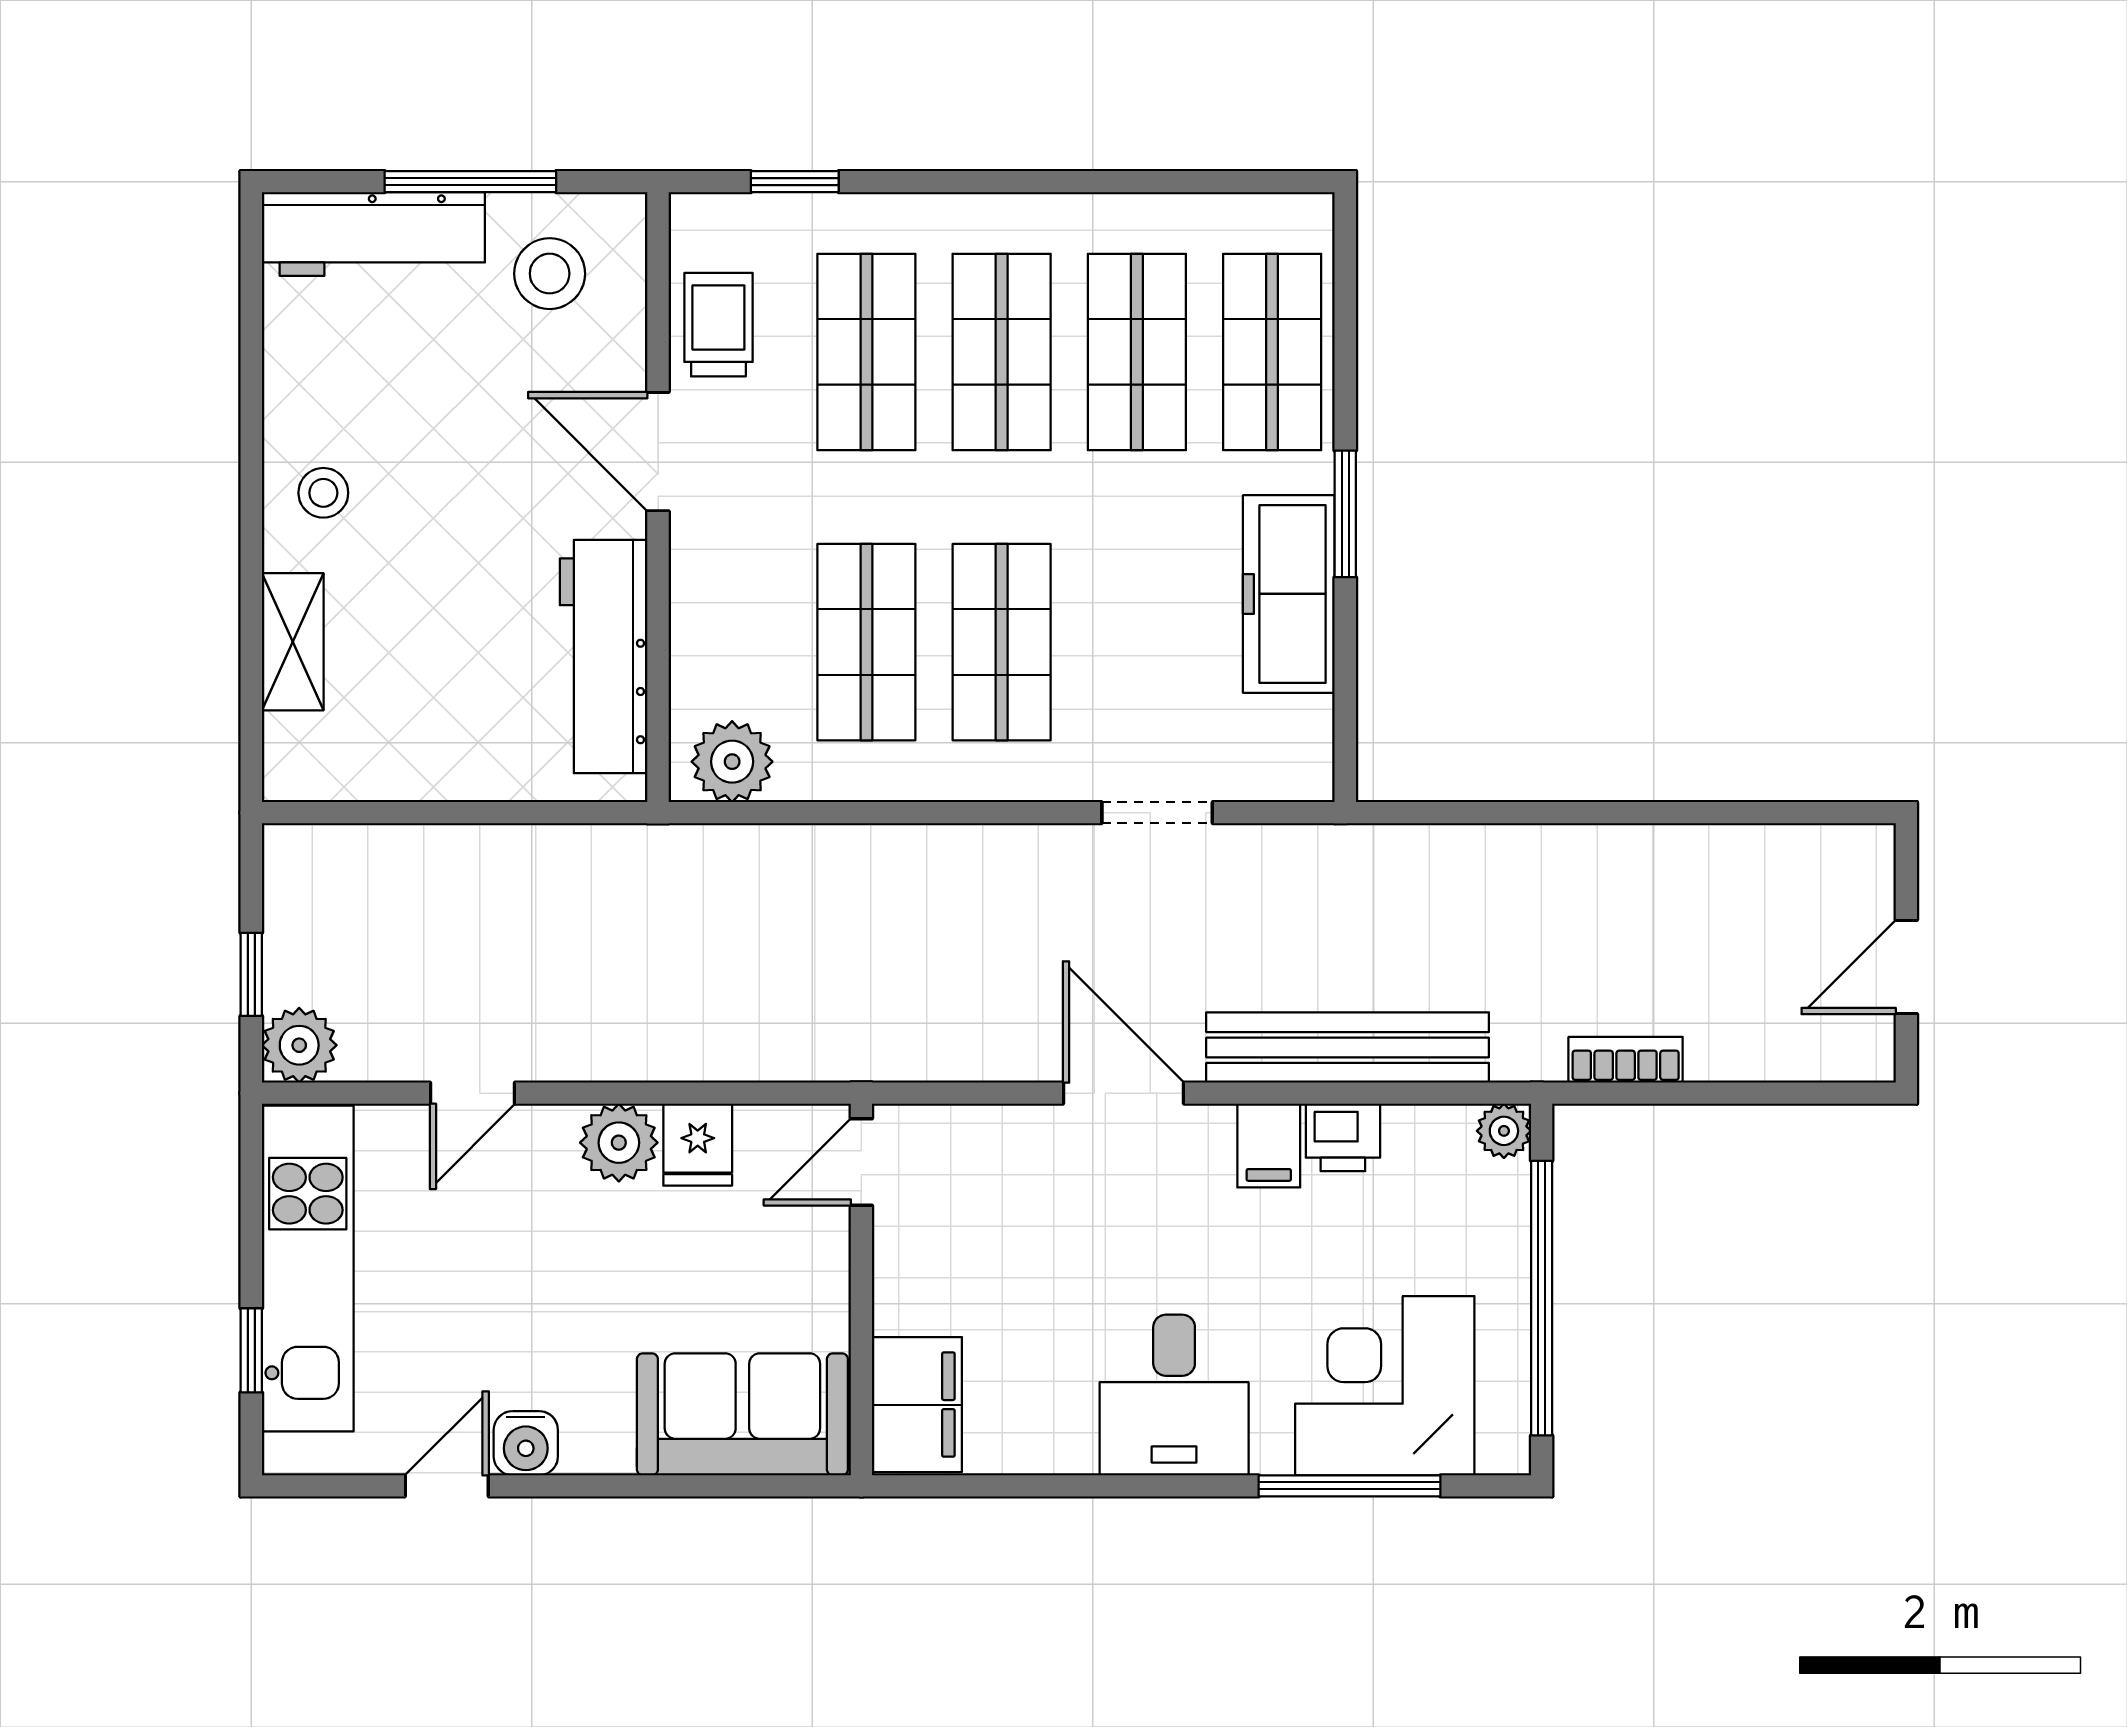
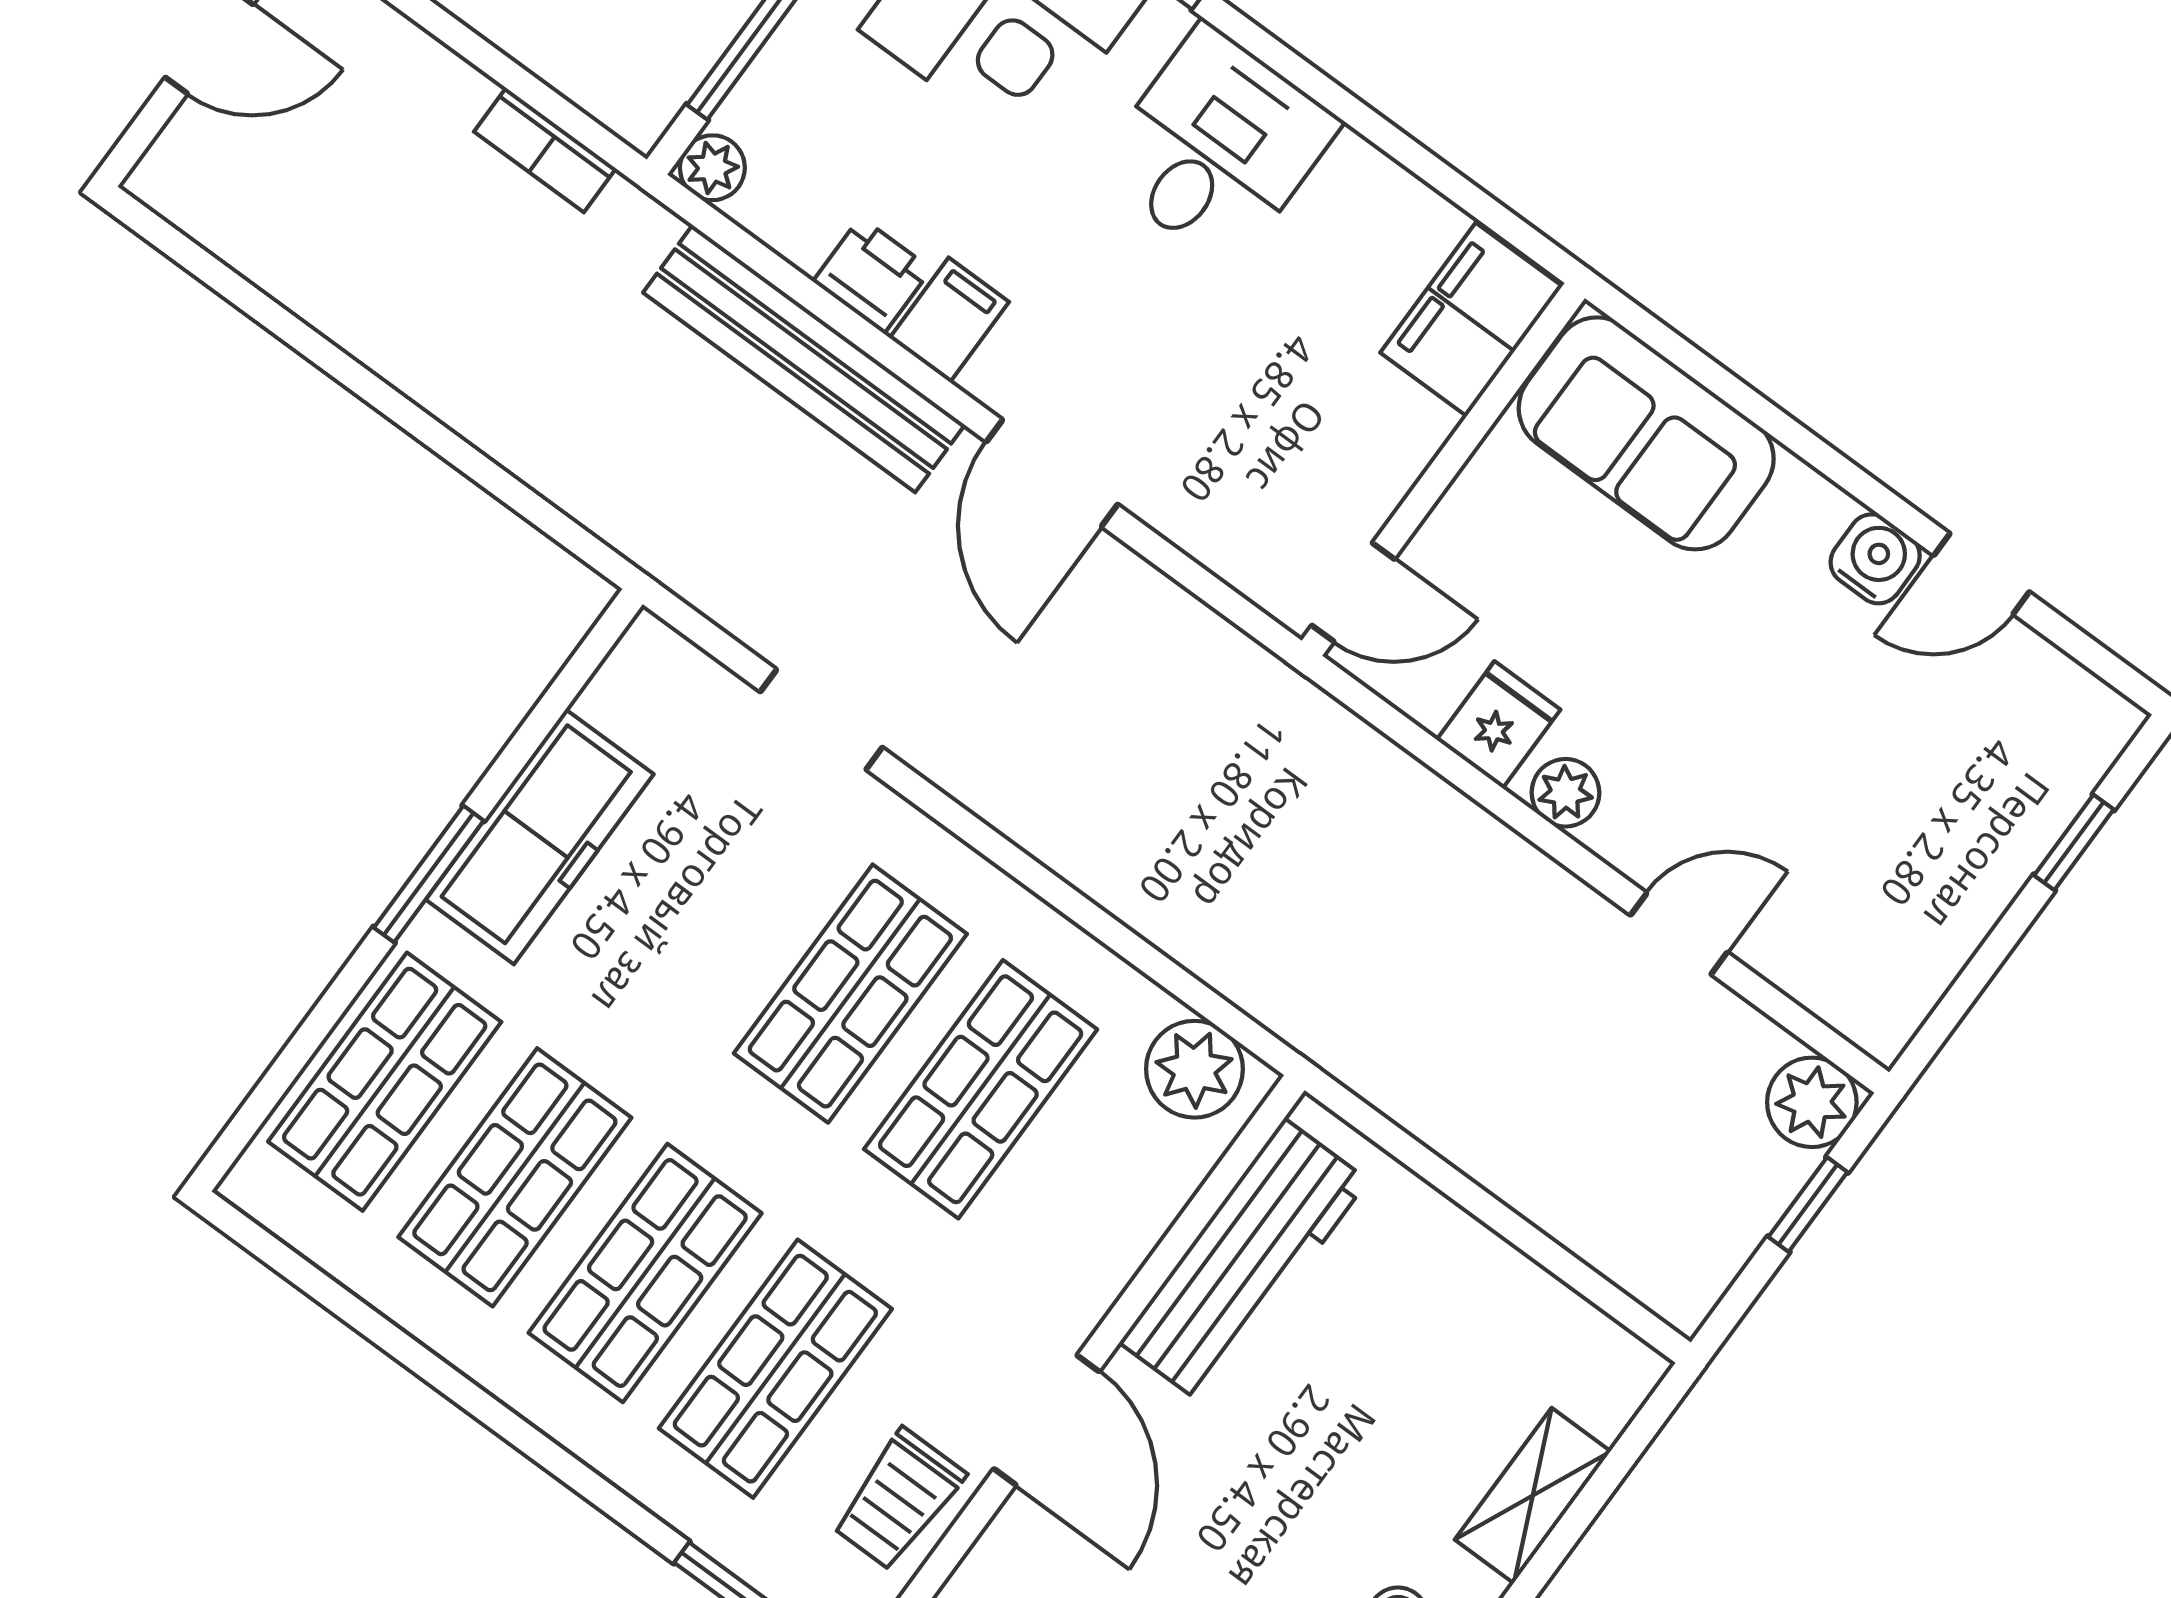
plant: (619, 1143) -> (1565, 793), width x0.73, depth x0.73
kitchen unit: (308, 1269) -> (1962, 881), removed

